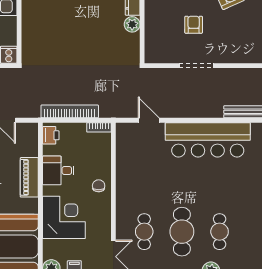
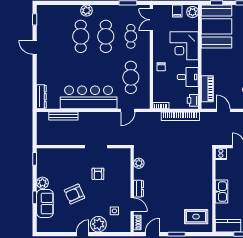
plant: (132, 24) -> (139, 163), moved
door: (149, 120) -> (128, 110), hinge flipped
cafe table: (144, 170) -> (131, 77), added
piano: (29, 177) -> (207, 89), moved
cafe table: (220, 232) -> (81, 36), width x1.37, depth x1.35

